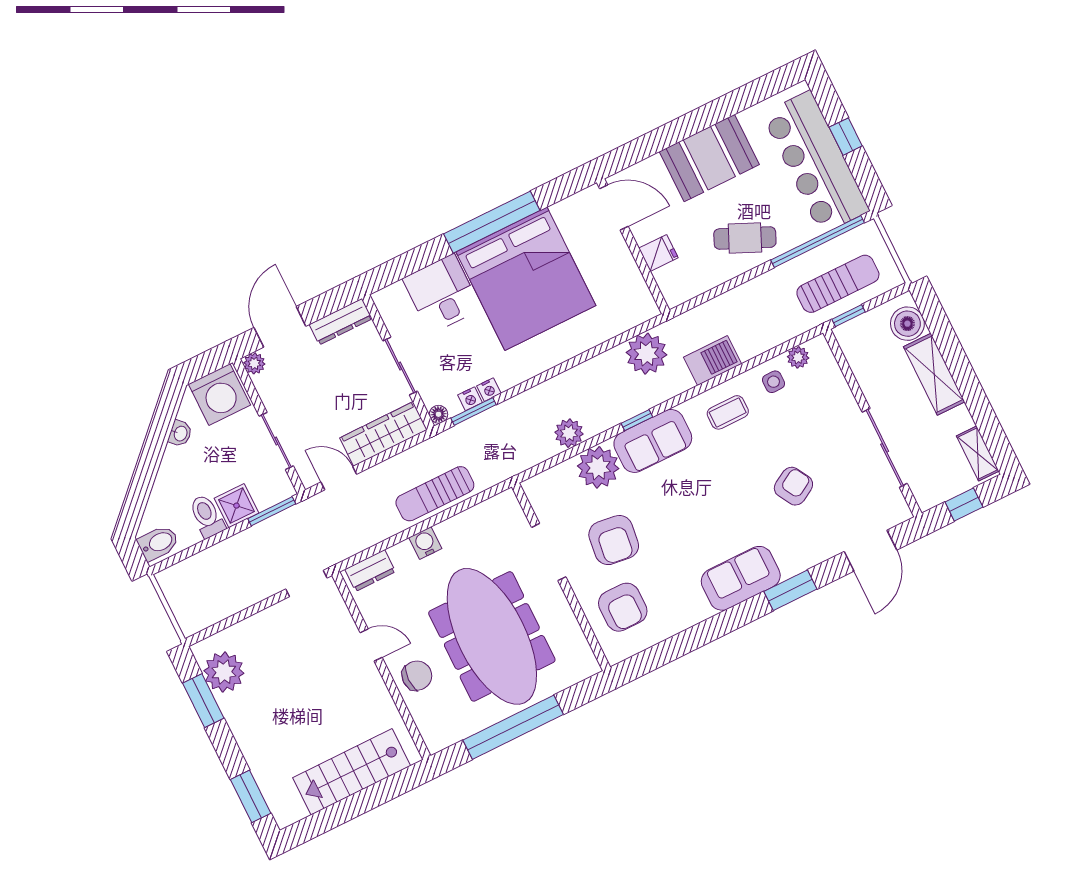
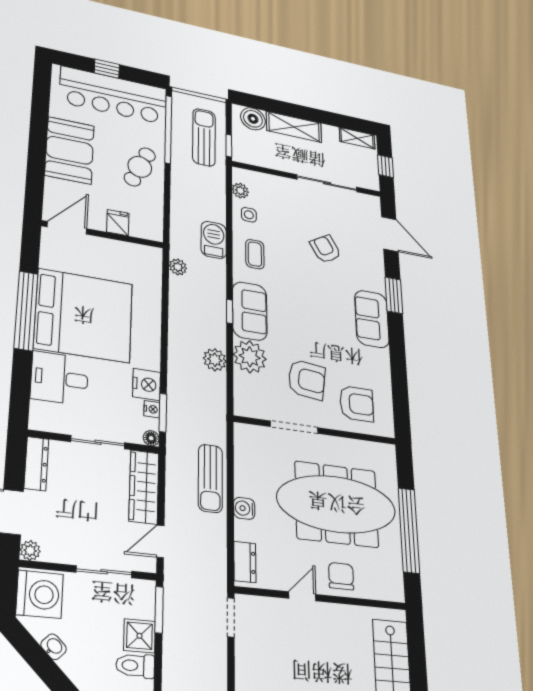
plant: (647, 354) -> (178, 267), width x0.53, depth x0.53
nightstand: (489, 390) -> (147, 384), width x1.89, depth x1.79

